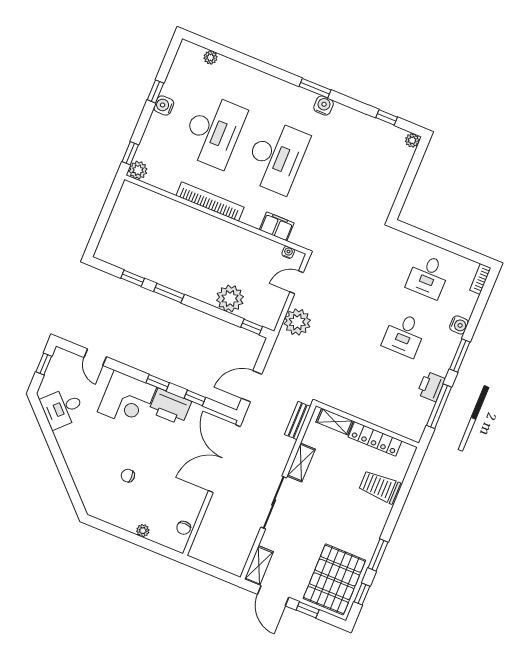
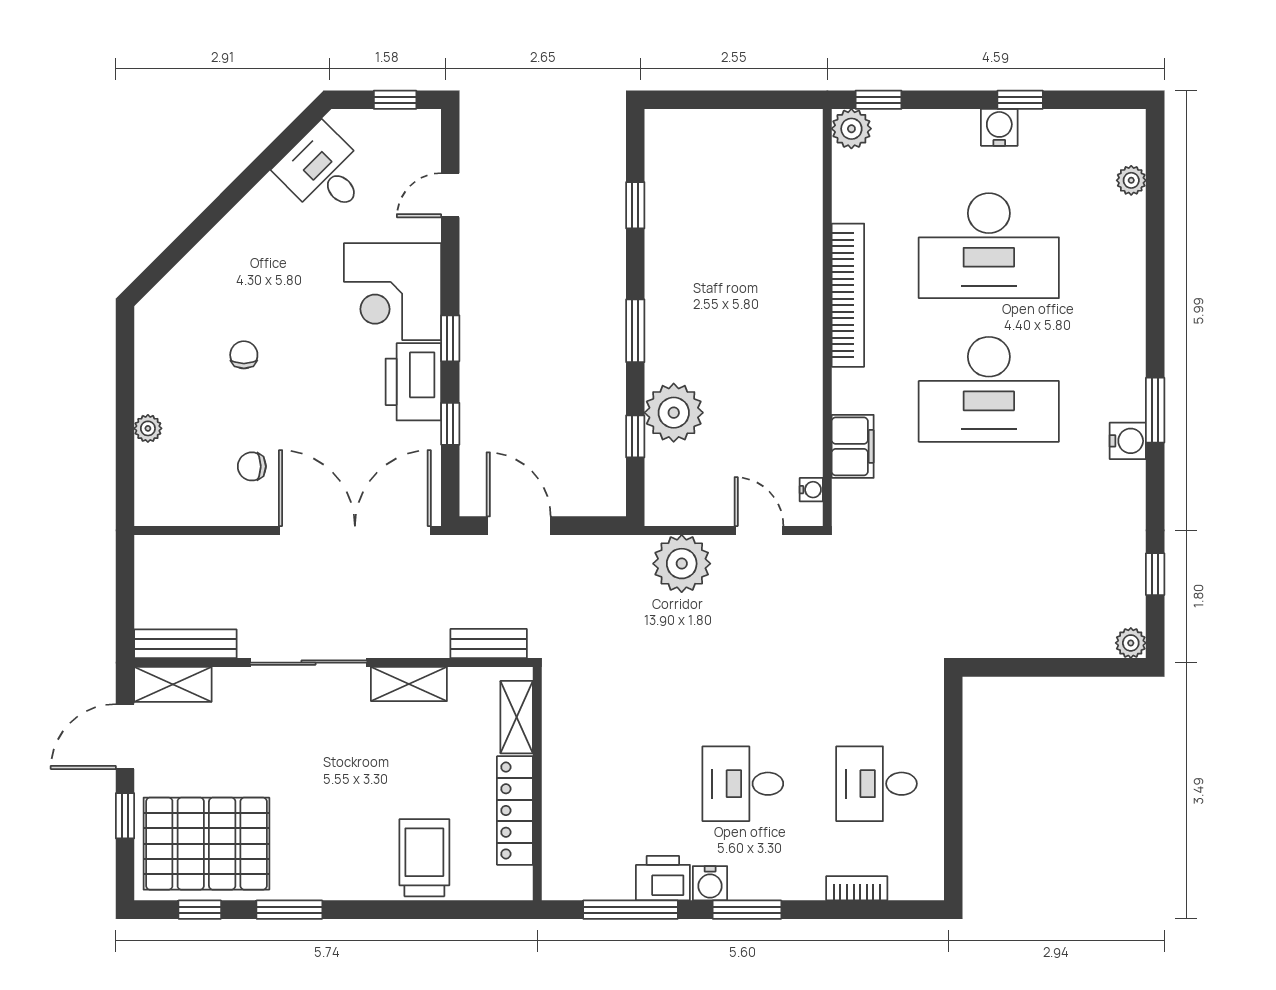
bookcase: (480, 279) -> (857, 888), moved
window: (169, 293) -> (635, 331), moved
water cooler: (459, 325) -> (710, 883), moved
window: (252, 327) -> (635, 436), moved
chair: (184, 528) -> (252, 466), moved
bench: (243, 553) -> (185, 644), added

